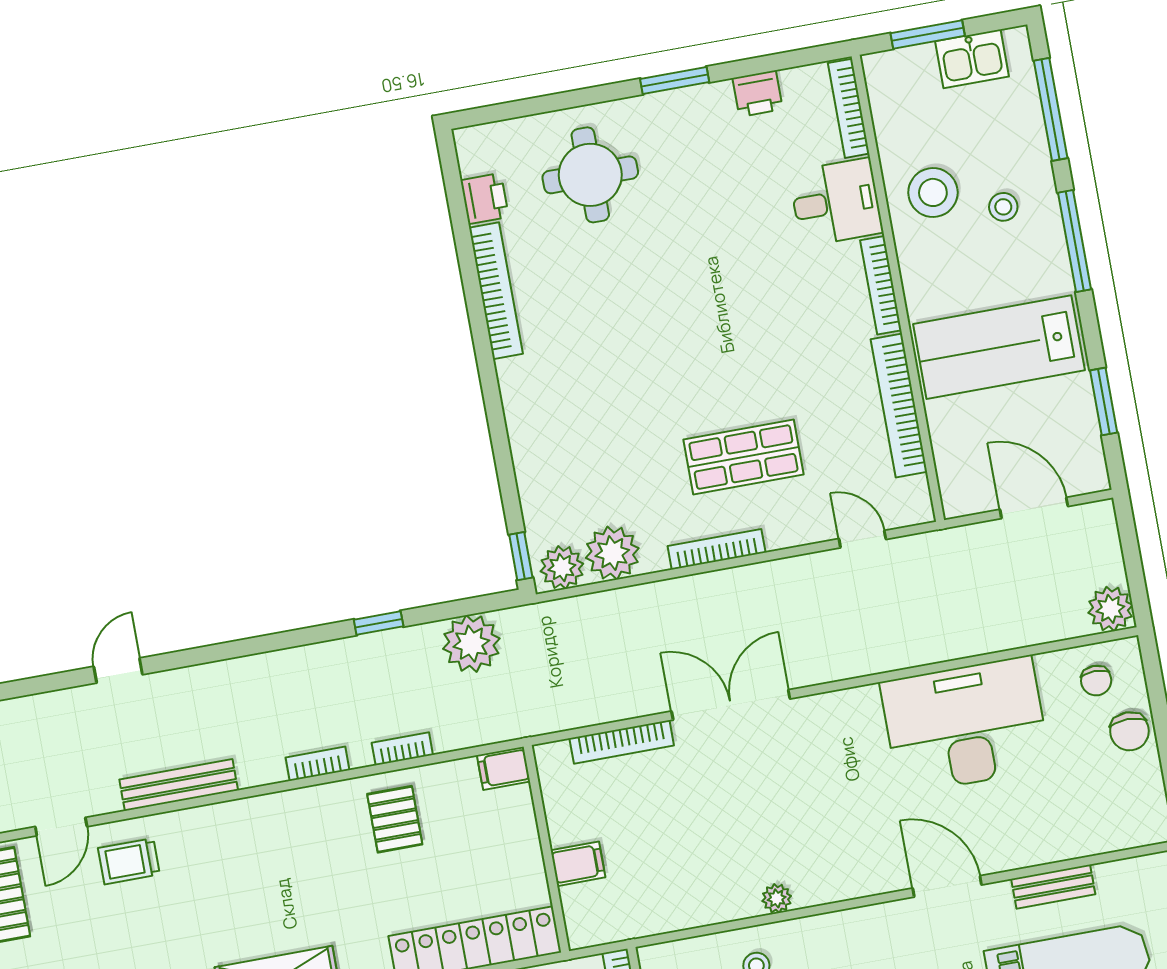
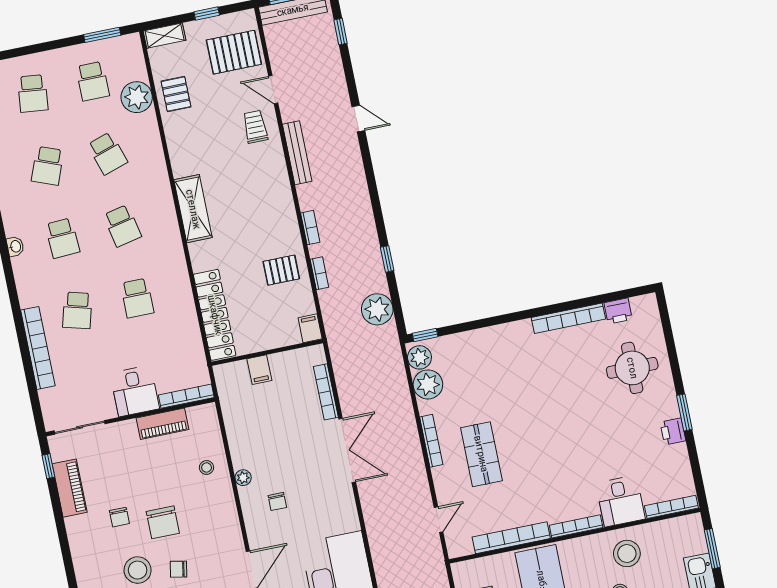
printer: (758, 94) -> (673, 431), moved
chair: (822, 836) -> (277, 501), added

